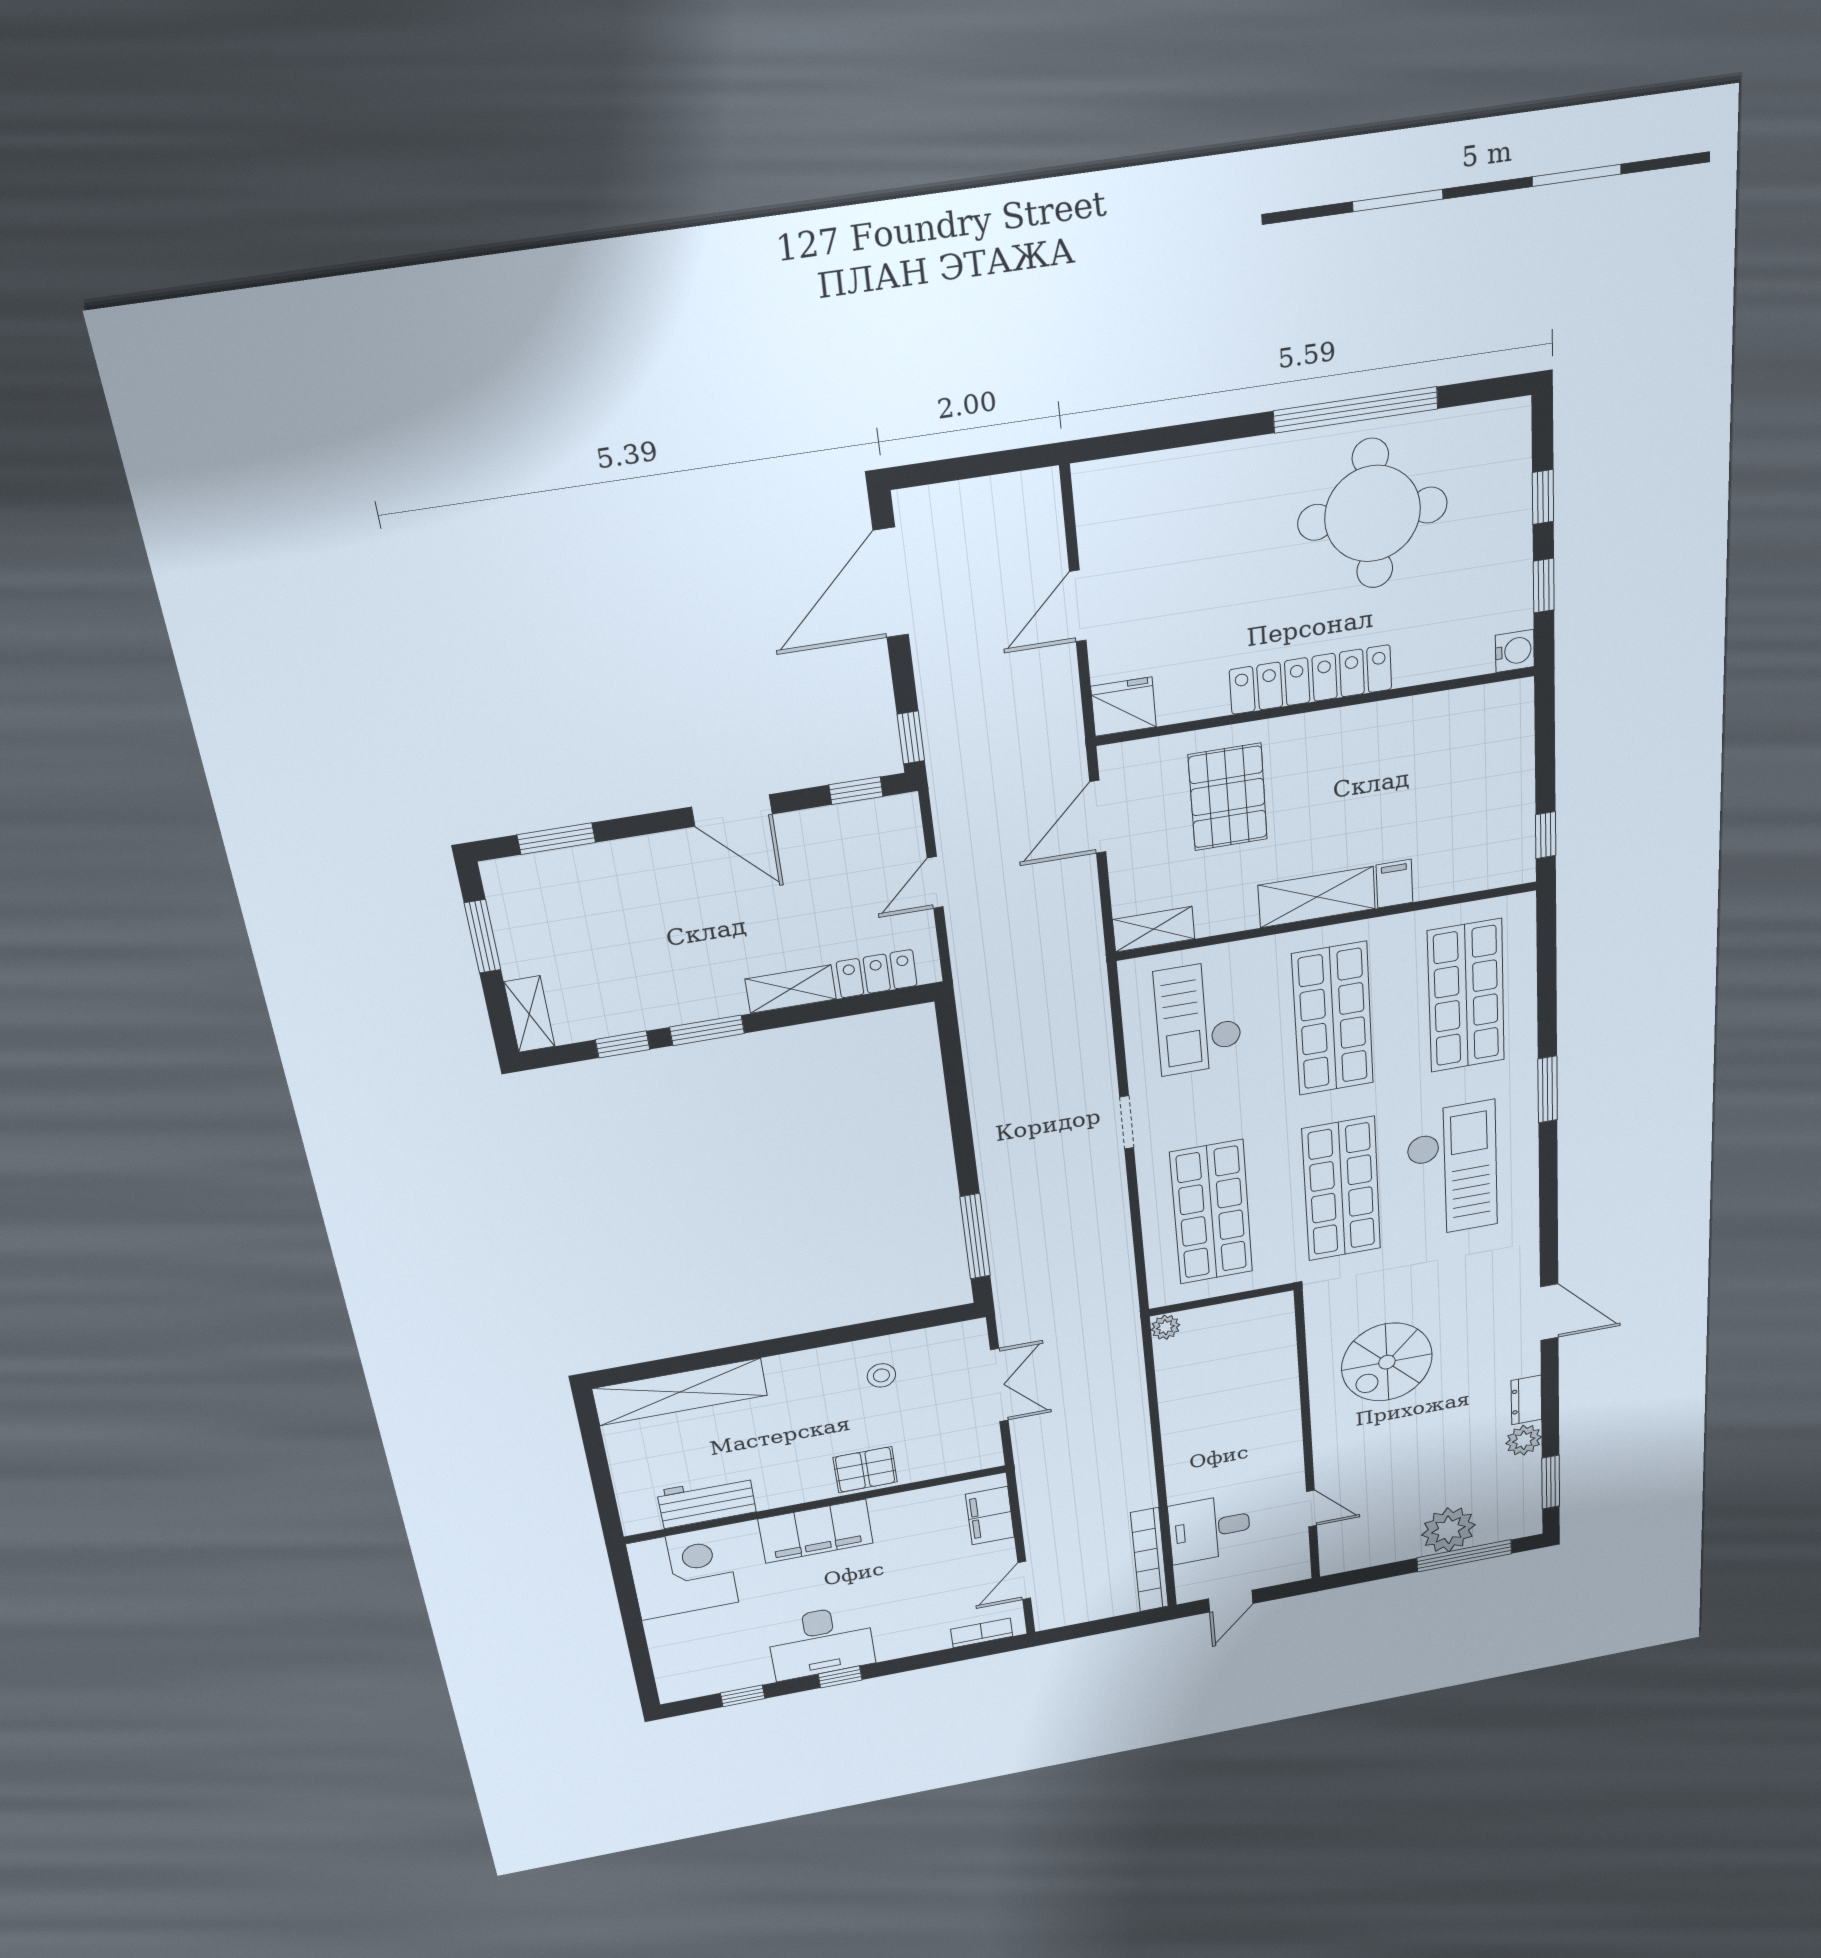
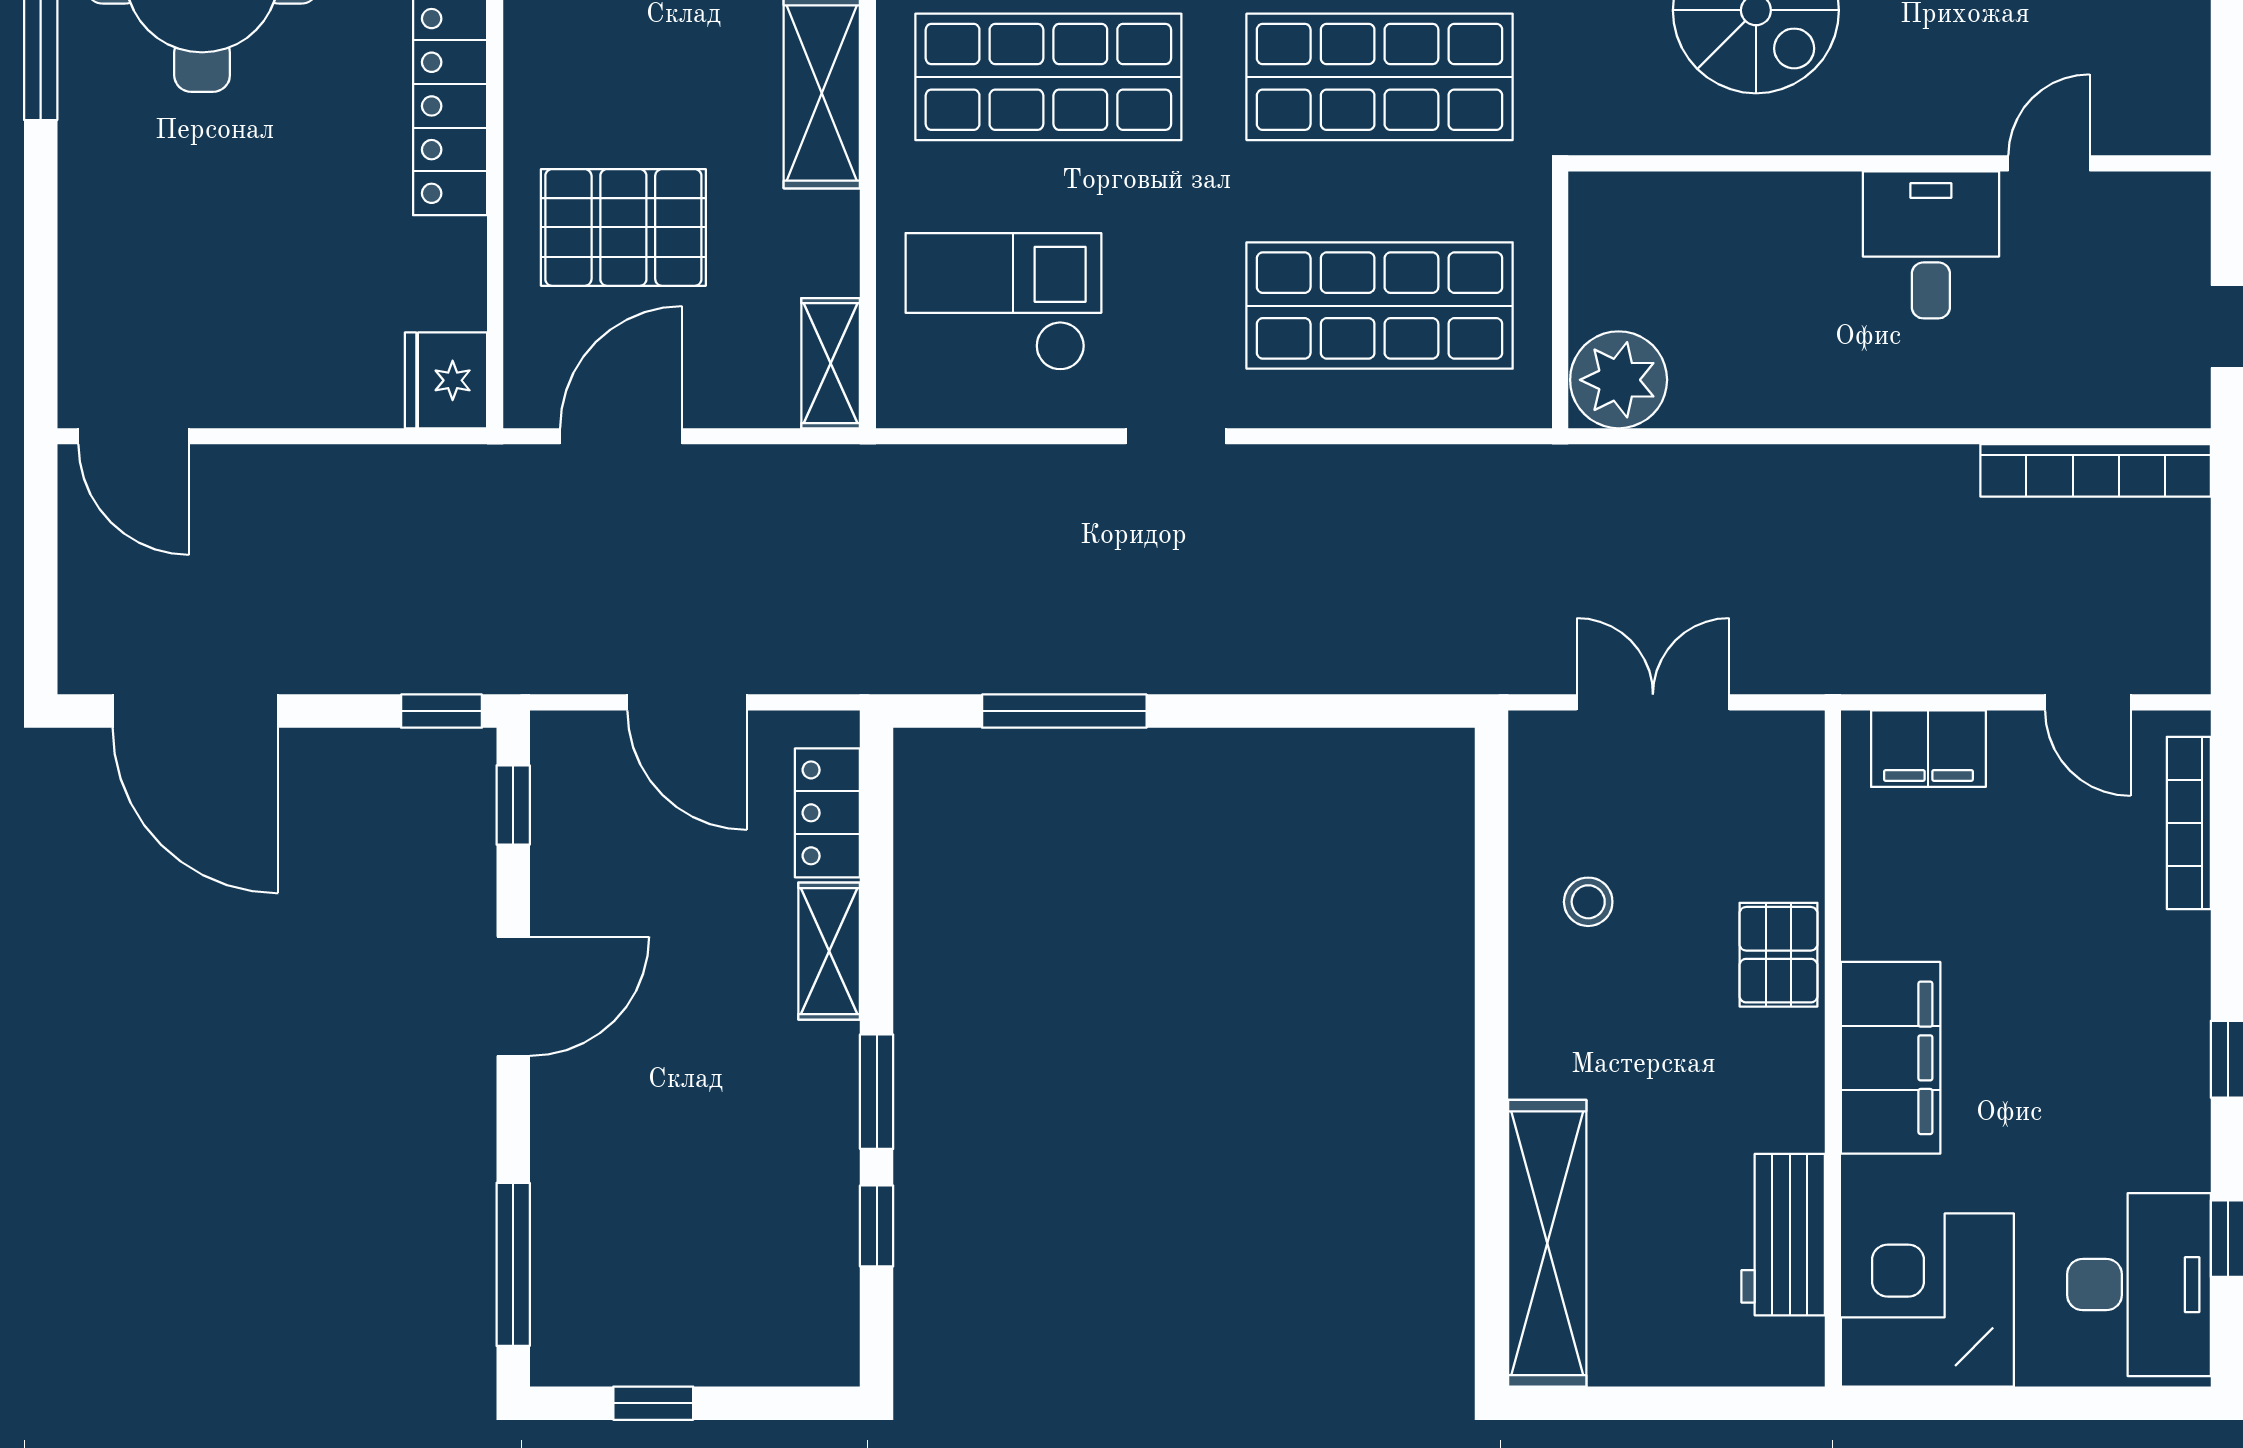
door: (1078, 606) -> (134, 436), moved
door: (1098, 817) -> (621, 436), swing flipped
window: (556, 839) -> (513, 1264), width x1.44
door: (935, 882) -> (687, 702), width x1.38
window: (482, 936) -> (653, 1403), width x0.67
shelving: (529, 1014) -> (797, 1358), removed
checkout: (1198, 1018) -> (1003, 302), turned 180
window: (975, 1236) -> (1064, 711), moved
plant: (1165, 1327) -> (1619, 380), width x1.88, depth x1.88
desk: (1210, 1528) -> (1931, 245), moved, turned 180
bookcase: (982, 1633) -> (2189, 823), width x1.56
desk: (821, 1642) -> (2139, 1285), moved

